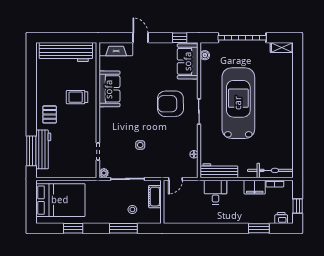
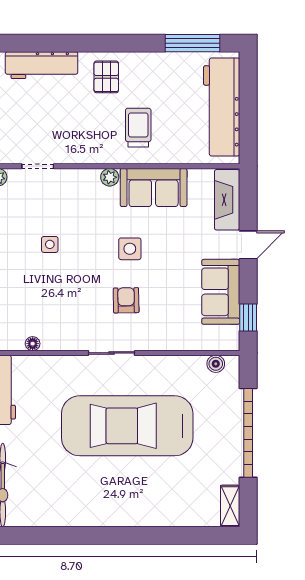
sofa: (188, 61) -> (221, 292), moved, turned -90
side table: (143, 102) -> (130, 249), added
car: (238, 103) -> (127, 426), turned 180
armchair: (170, 104) -> (126, 300), width x0.53, depth x0.53
plant: (104, 113) -> (110, 177), added
pallet: (50, 114) -> (106, 77), turned 90
window: (31, 151) -> (193, 43), moved

